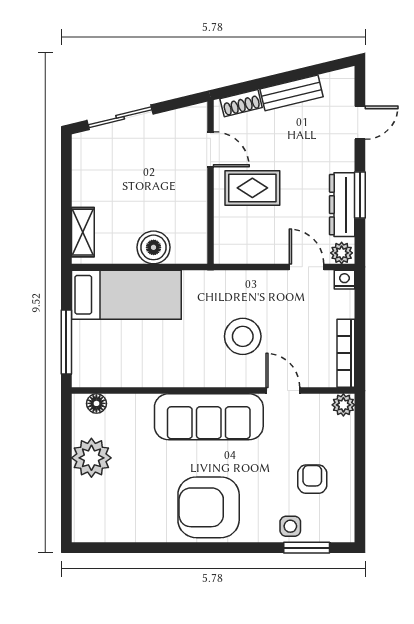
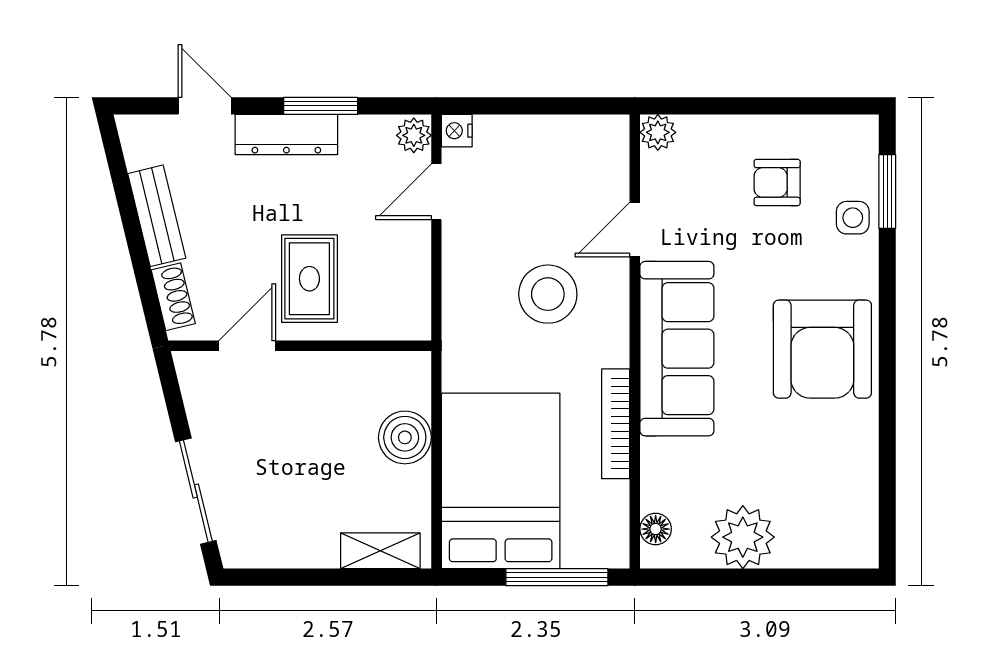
dresser: (342, 205) -> (286, 134), moved
bed: (126, 295) -> (501, 481), width x1.50
bookcase: (346, 353) -> (616, 424), moved, turned 90

